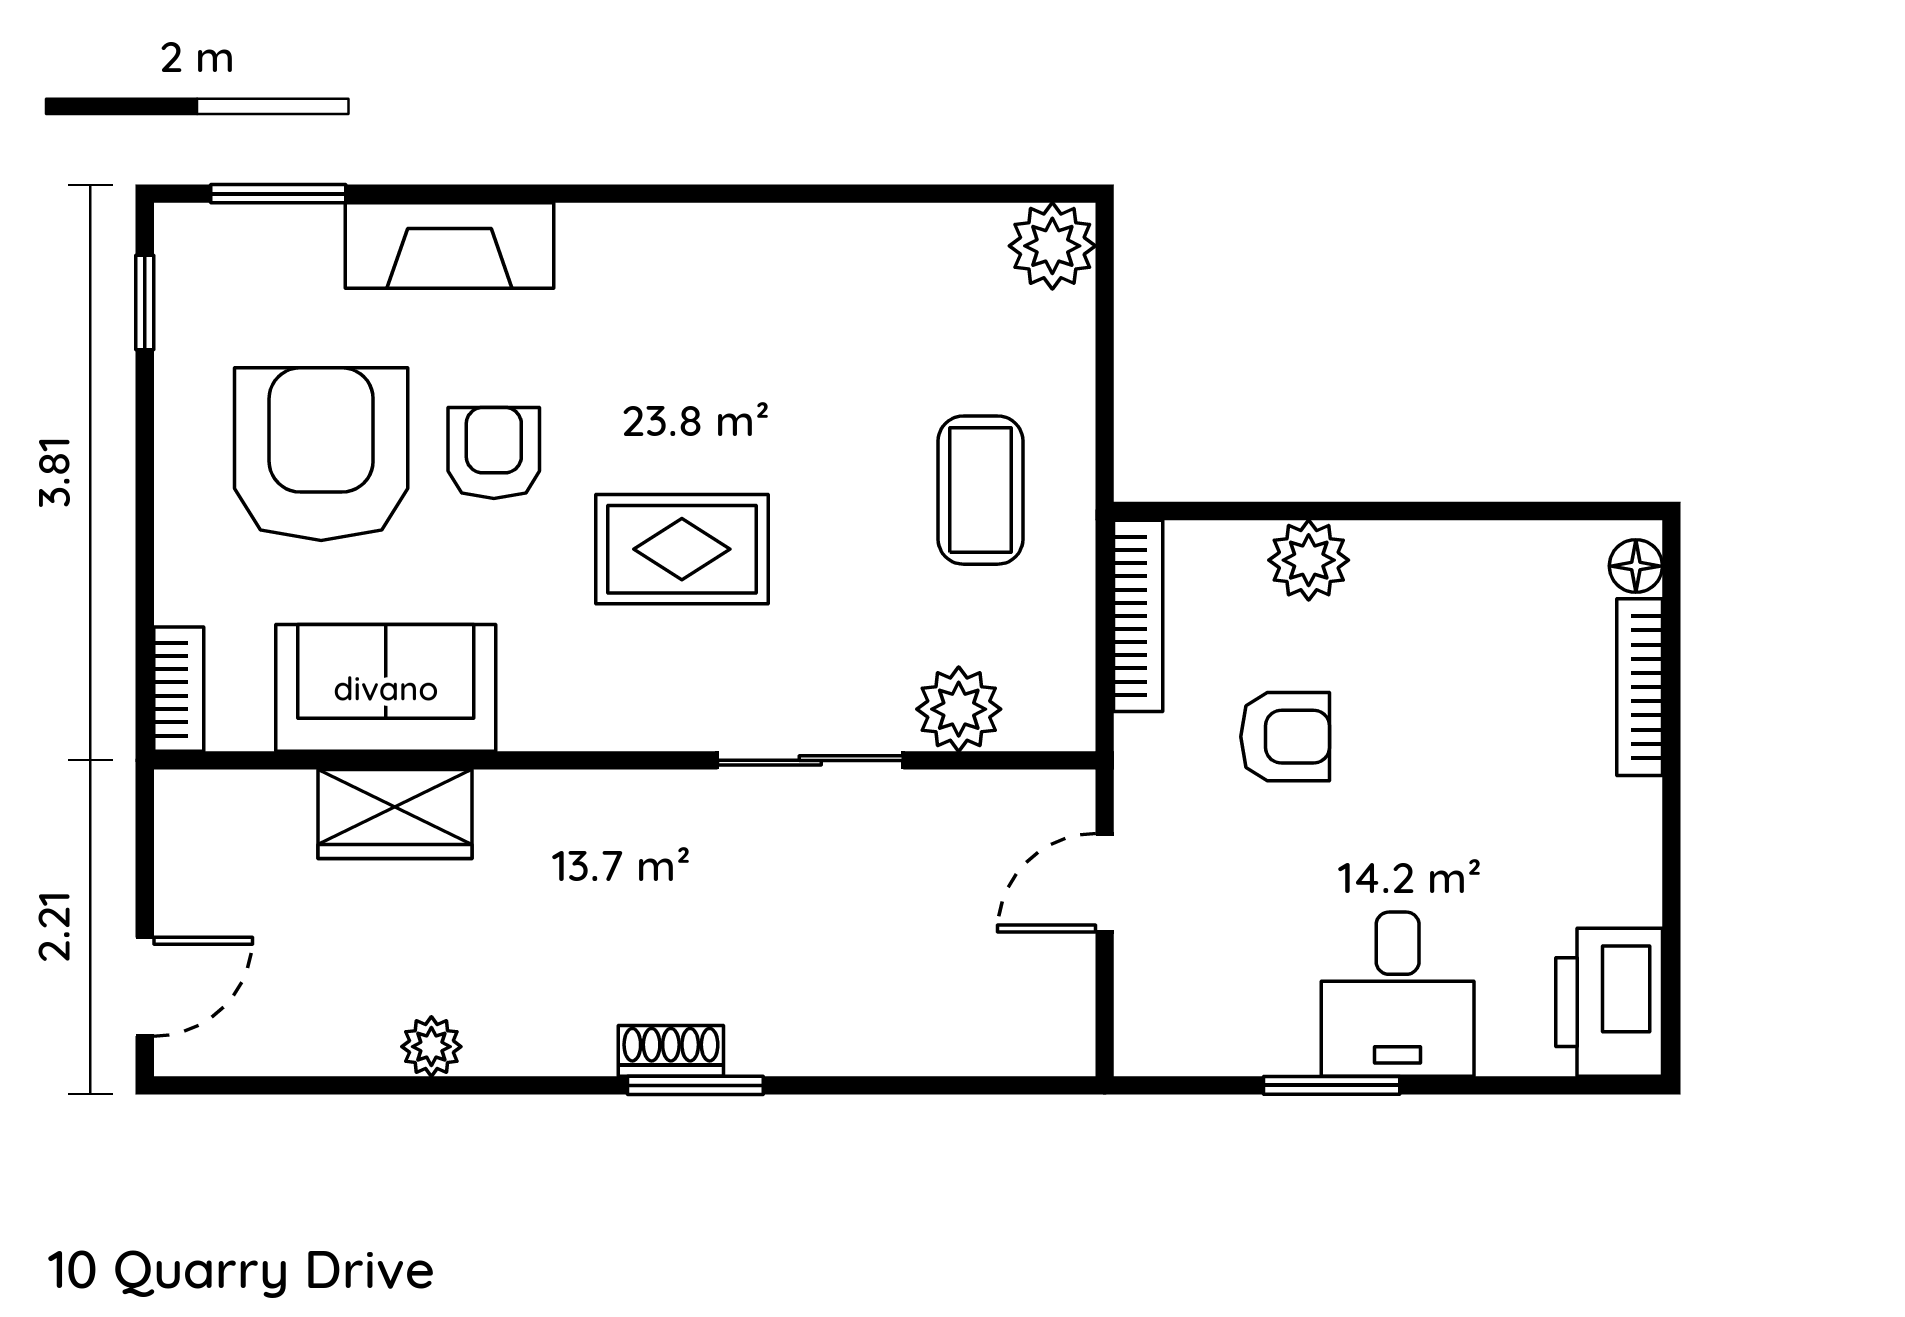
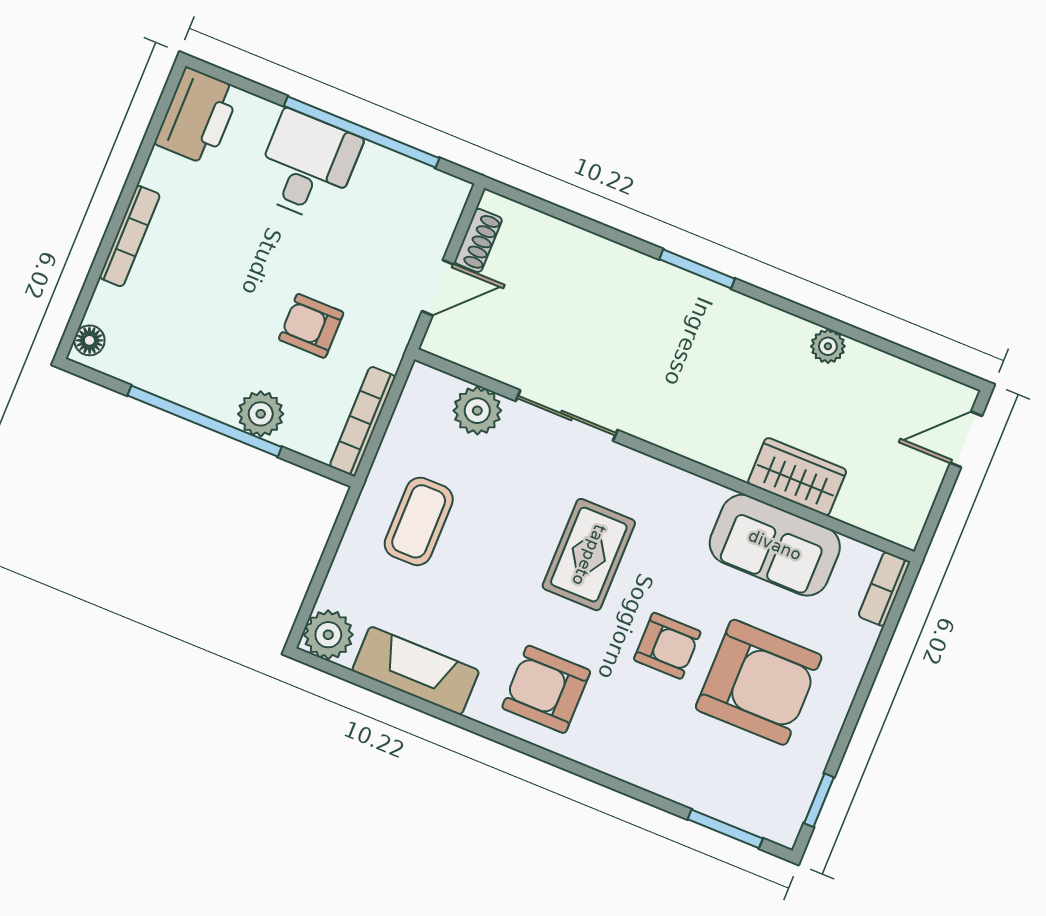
fireplace: (449, 246) -> (416, 671), moved
armchair: (662, 302) -> (546, 689), added
armchair: (494, 453) -> (667, 646), turned -90
armchair: (321, 454) -> (759, 682), turned -90
window: (1395, 511) -> (205, 421), added
rug: (682, 549) -> (589, 555), turned 90
bookcase: (1640, 687) -> (130, 236), moved
shoe rack: (671, 1051) -> (478, 240), moved, turned -90
window: (1332, 1085) -> (362, 132), width x2.11

